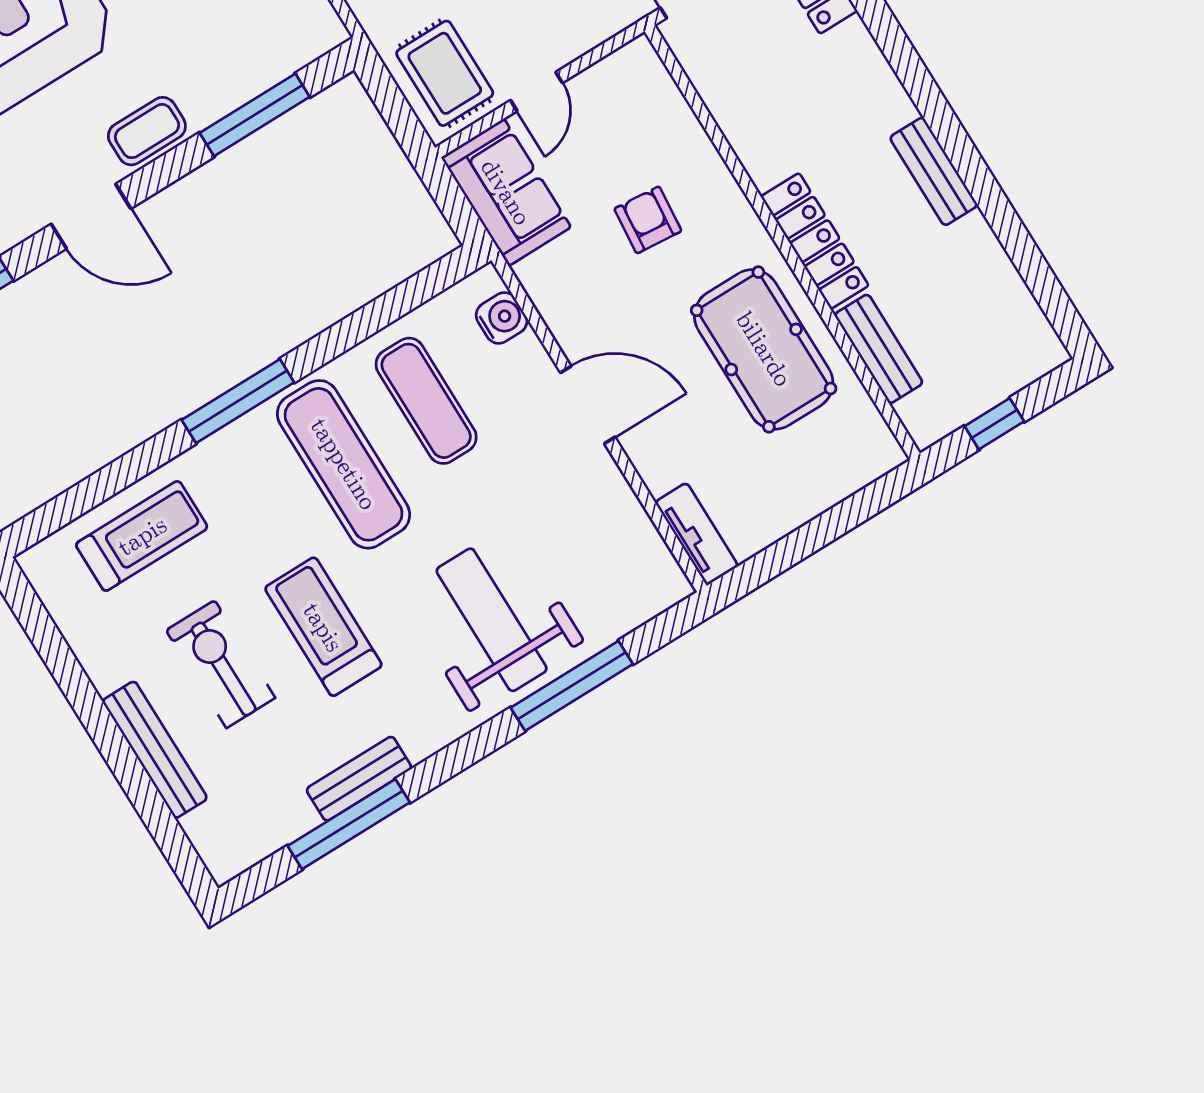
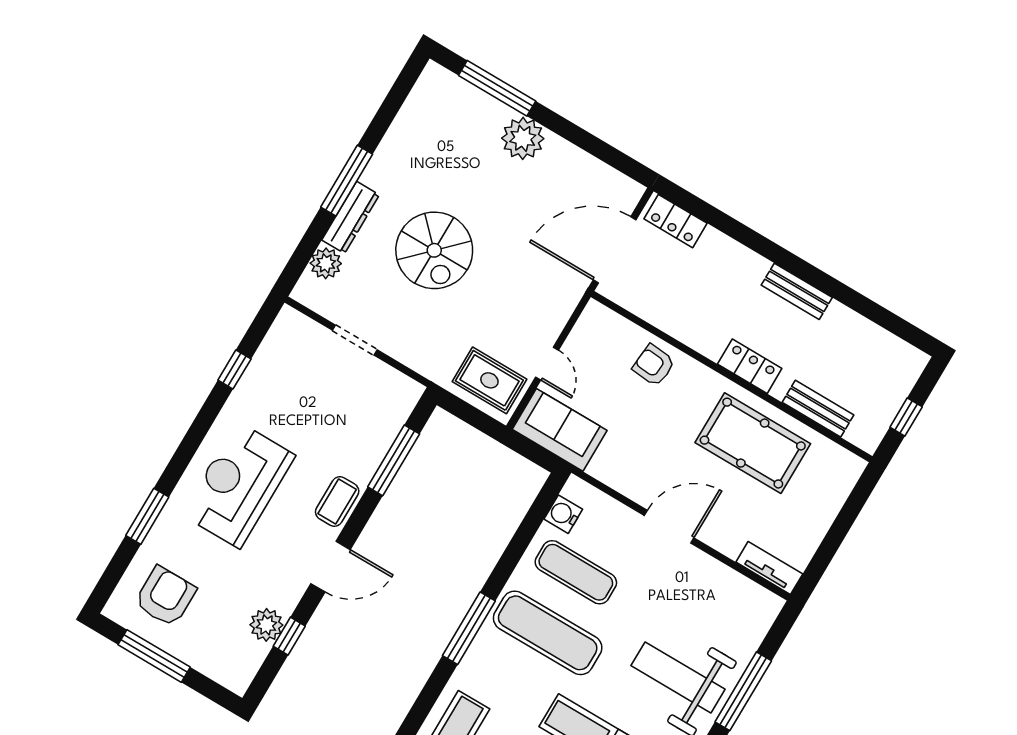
armchair: (648, 220) -> (654, 365), moved
locker: (815, 241) -> (750, 366), width x0.66
water cooler: (502, 318) -> (563, 514), moved, turned -90

